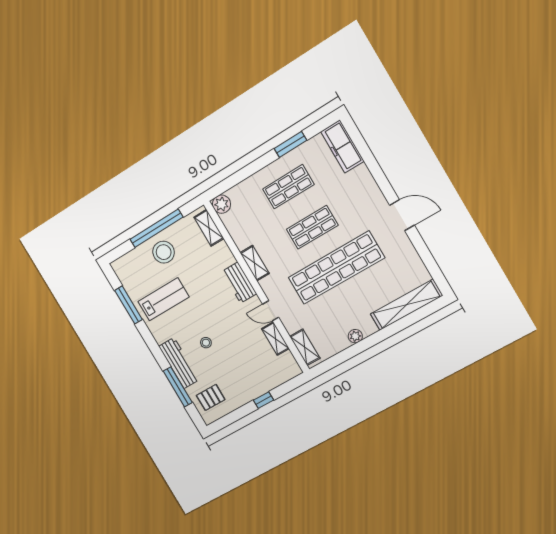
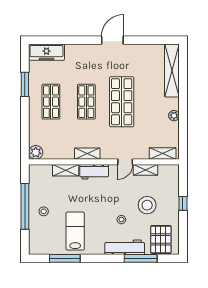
shelving: (209, 228) -> (66, 170), moved
stool: (164, 252) -> (44, 211), width x0.53, depth x0.53
shop shelf: (336, 268) -> (122, 102), width x0.71
stool: (238, 362) -> (147, 205), added
pallet: (211, 397) -> (161, 239), width x1.50, depth x1.42

